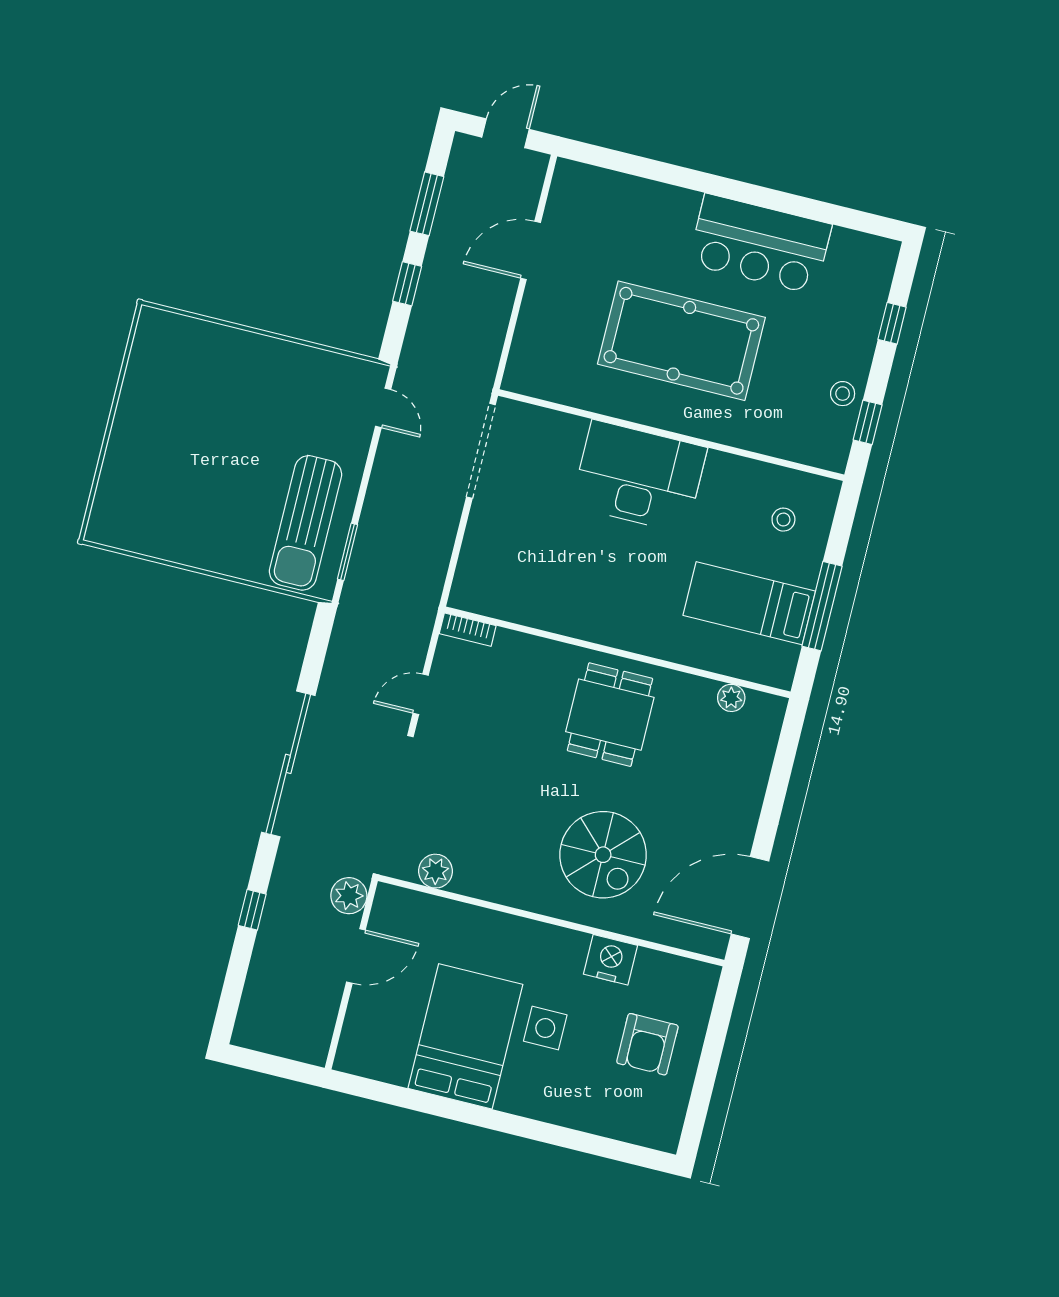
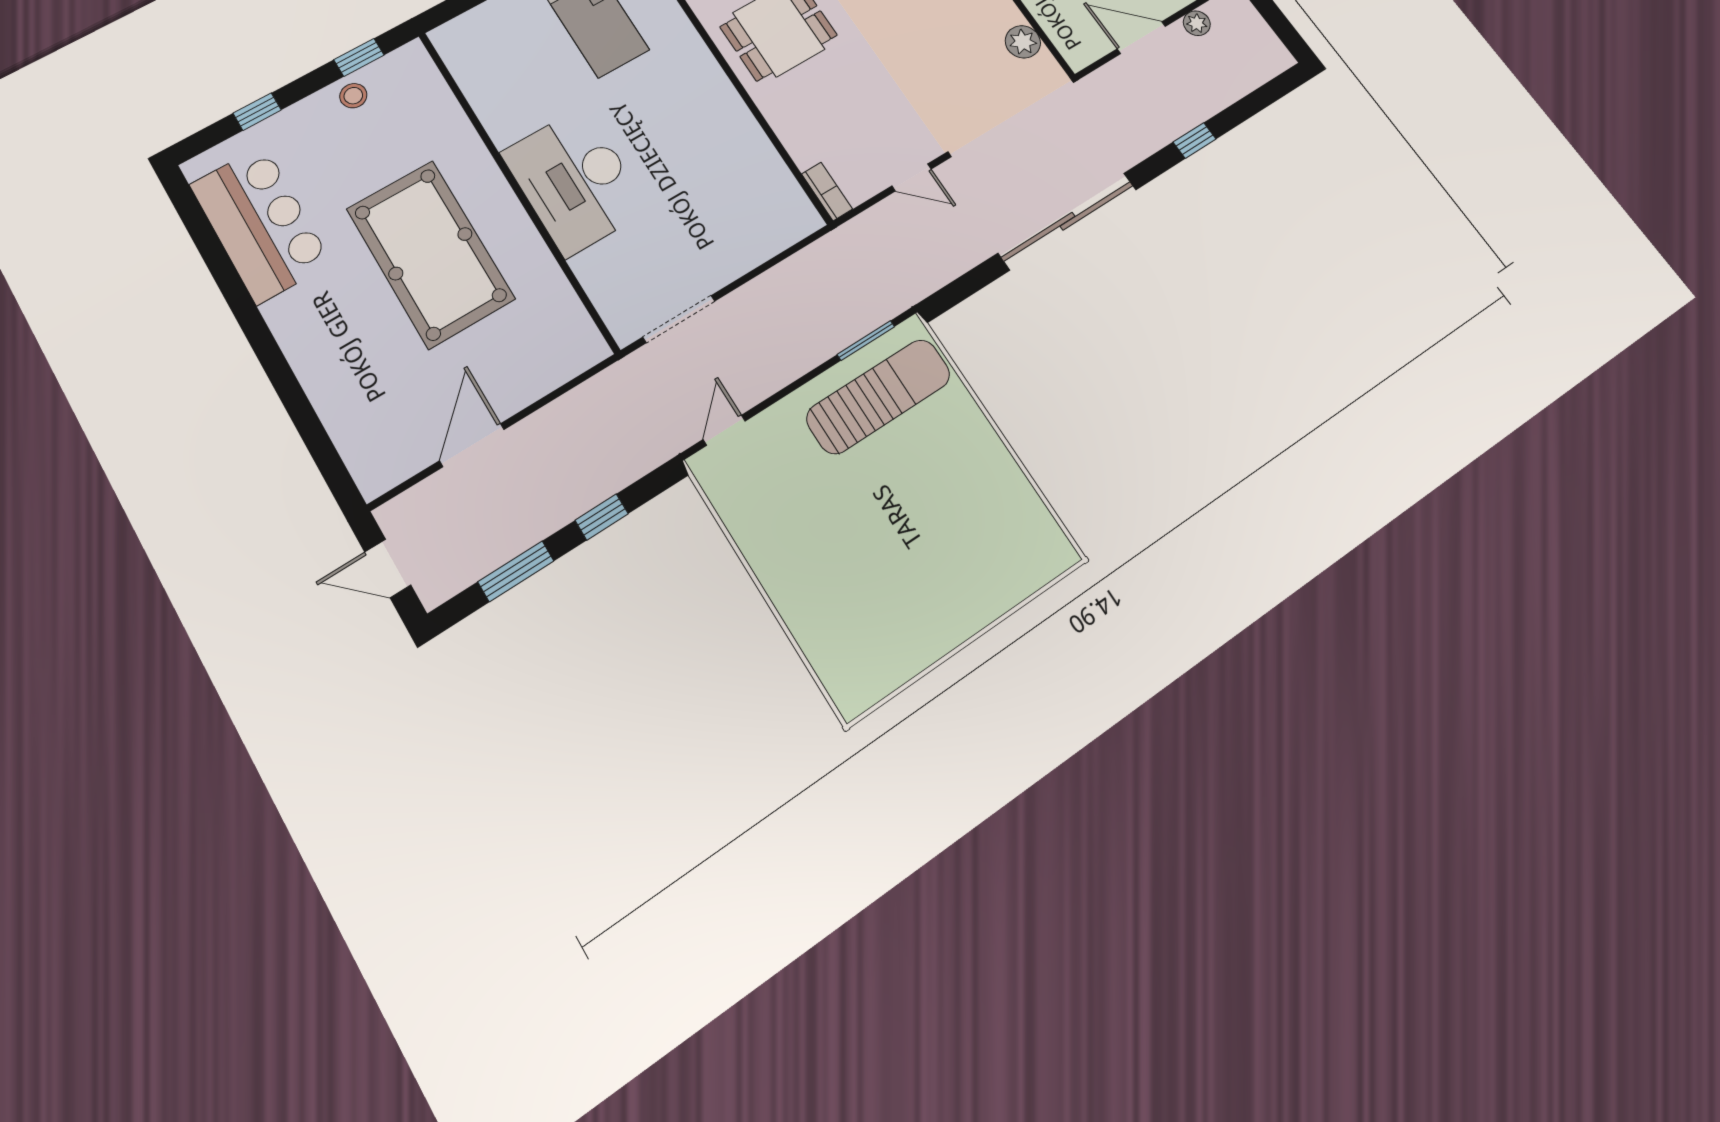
bar counter: (760, 244) -> (260, 224), moved
door: (531, 250) -> (472, 445), swing flipped
doorway: (481, 451) -> (679, 319), width x0.73
stool: (783, 520) -> (500, 47), removed
plant: (349, 896) -> (1197, 23), moved, width x0.73, depth x0.73

